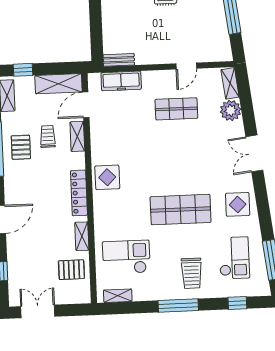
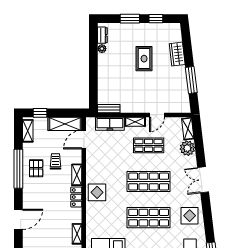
shelving: (156, 77) -> (135, 122), added
shelving: (77, 136) -> (77, 175), moved
shop shelf: (178, 159) -> (149, 182), added
locker: (79, 193) -> (76, 197), width x0.66

